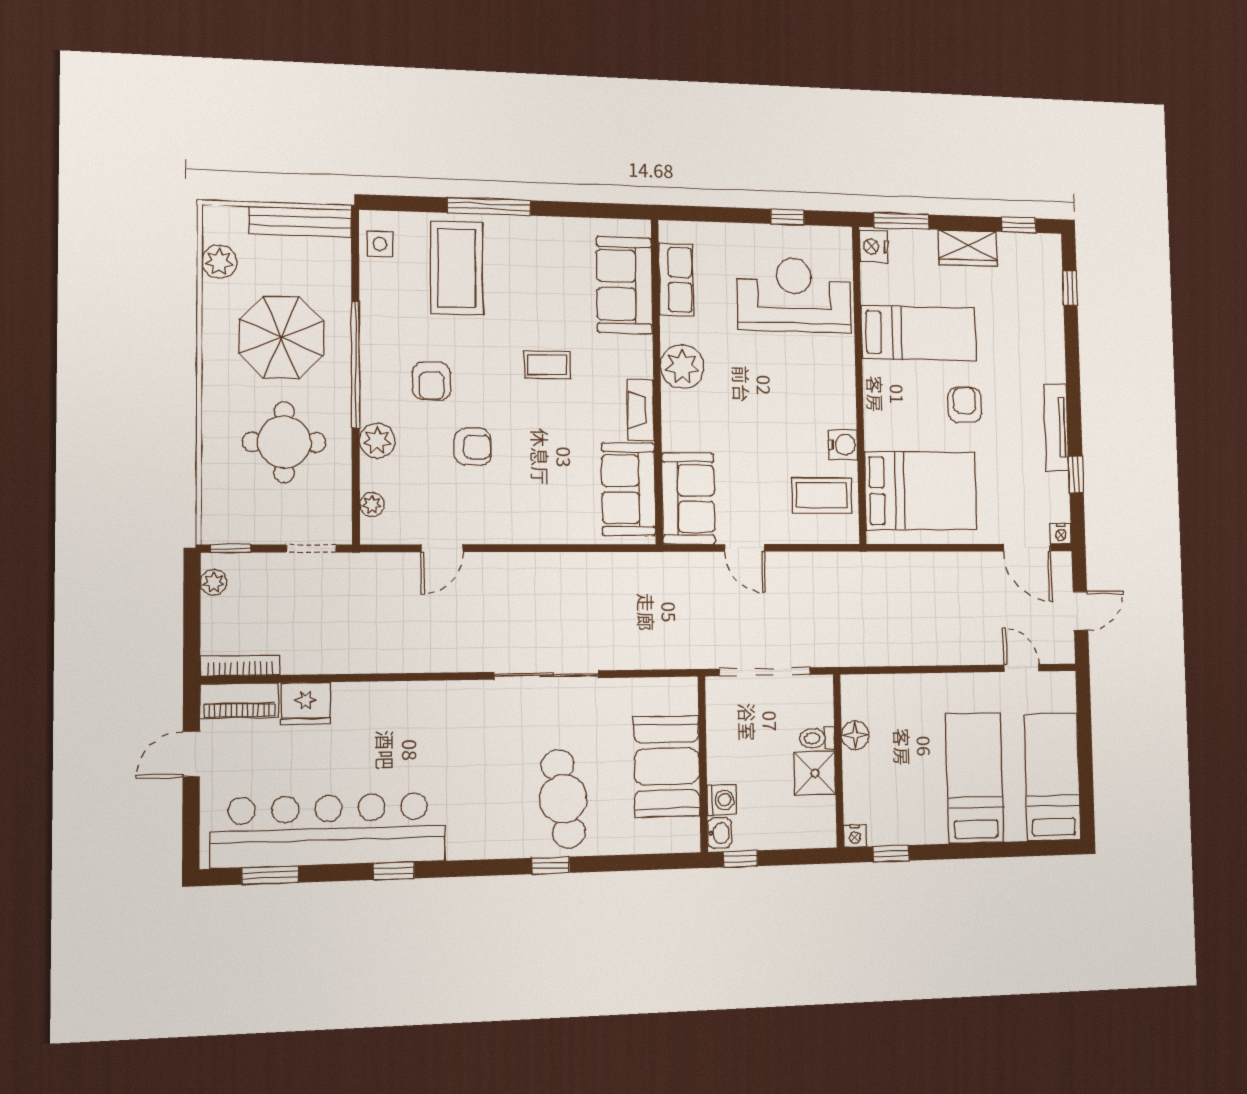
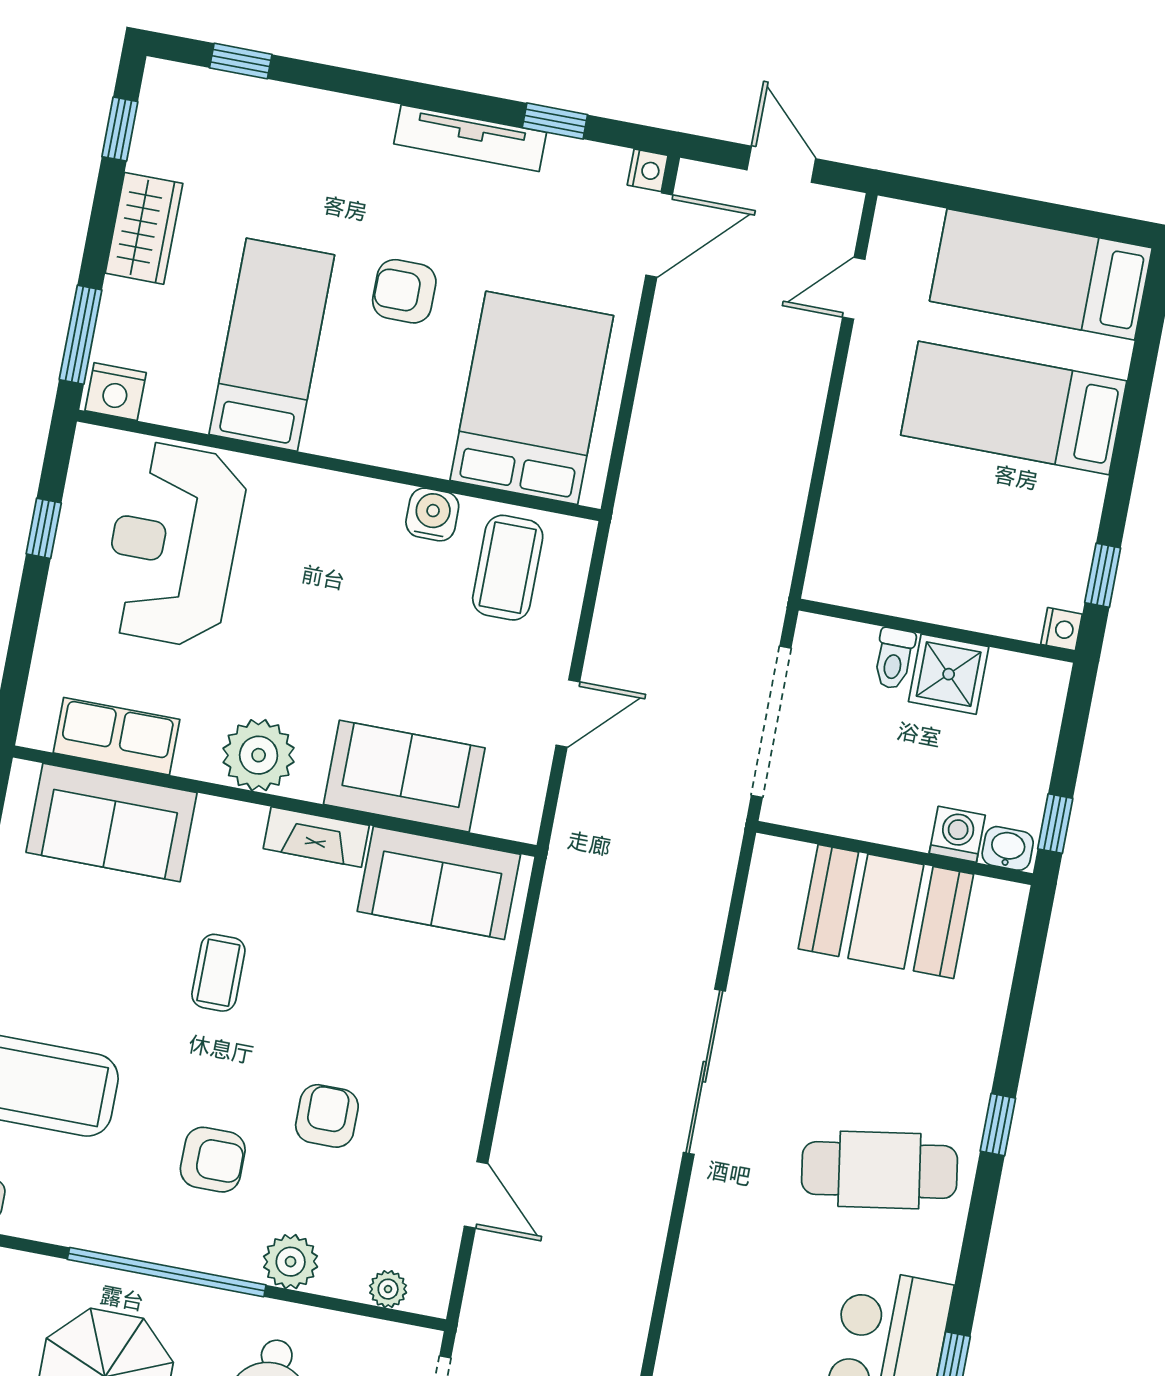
sofa: (688, 499) -> (404, 776), moved
floor lamp: (855, 735) -> (903, 595), removed
cafe table: (563, 799) -> (879, 1170), moved

